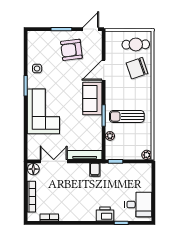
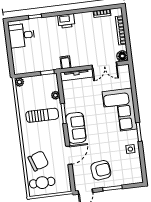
printer: (105, 214) -> (66, 21), moved

